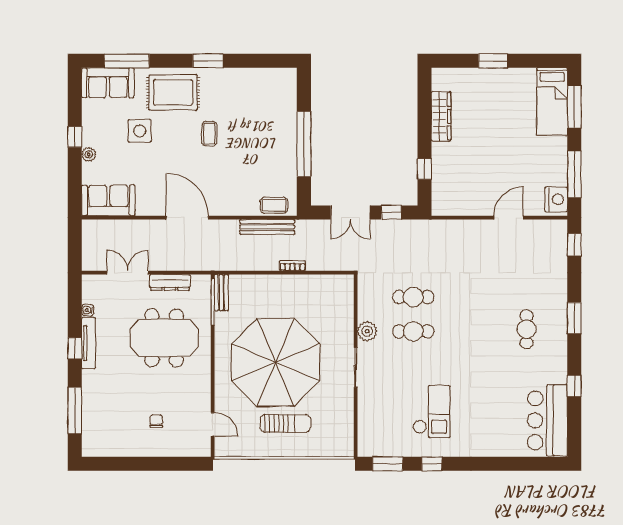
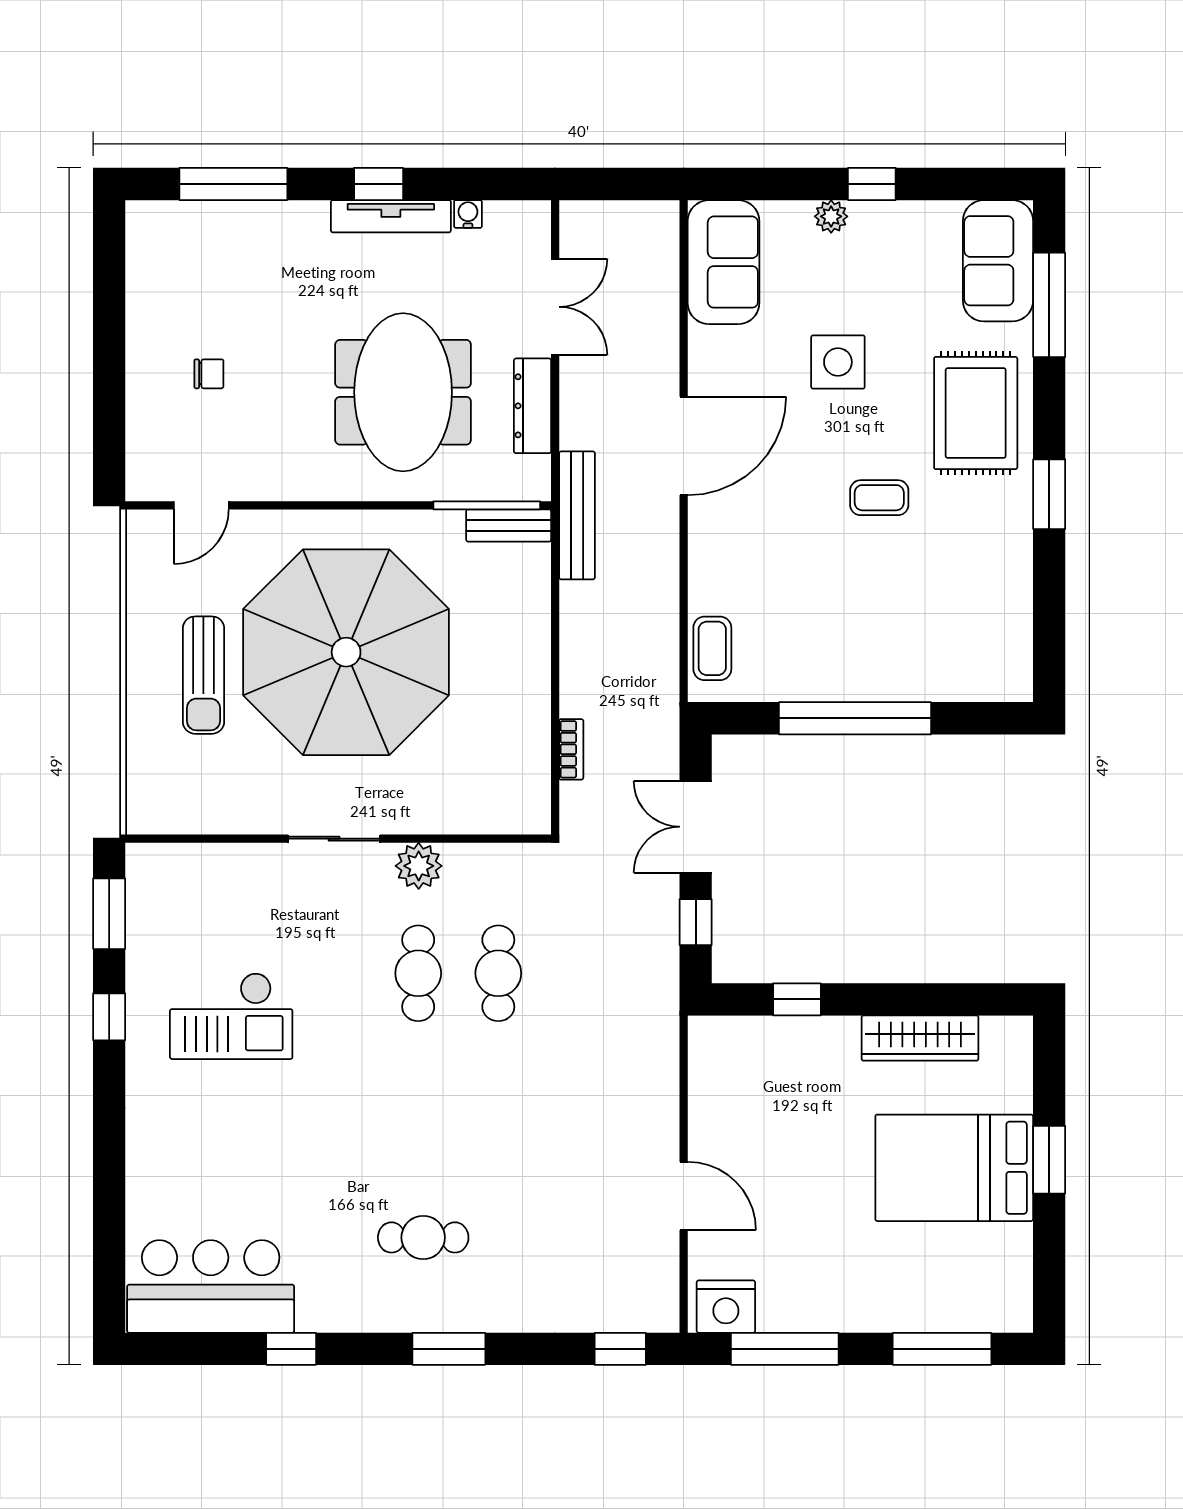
bed: (552, 102) -> (954, 1168), moved, width x1.50
side table: (140, 131) -> (838, 362), moved
bench: (267, 227) -> (577, 515), moved
bookcase: (292, 266) -> (571, 749), moved

